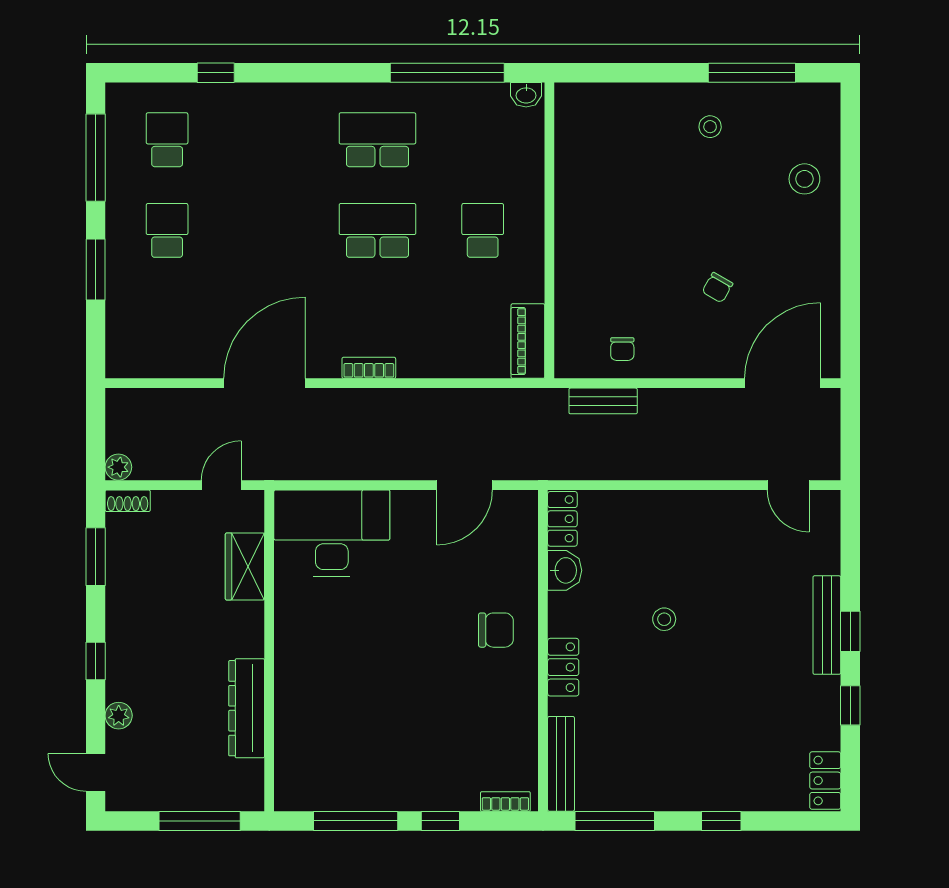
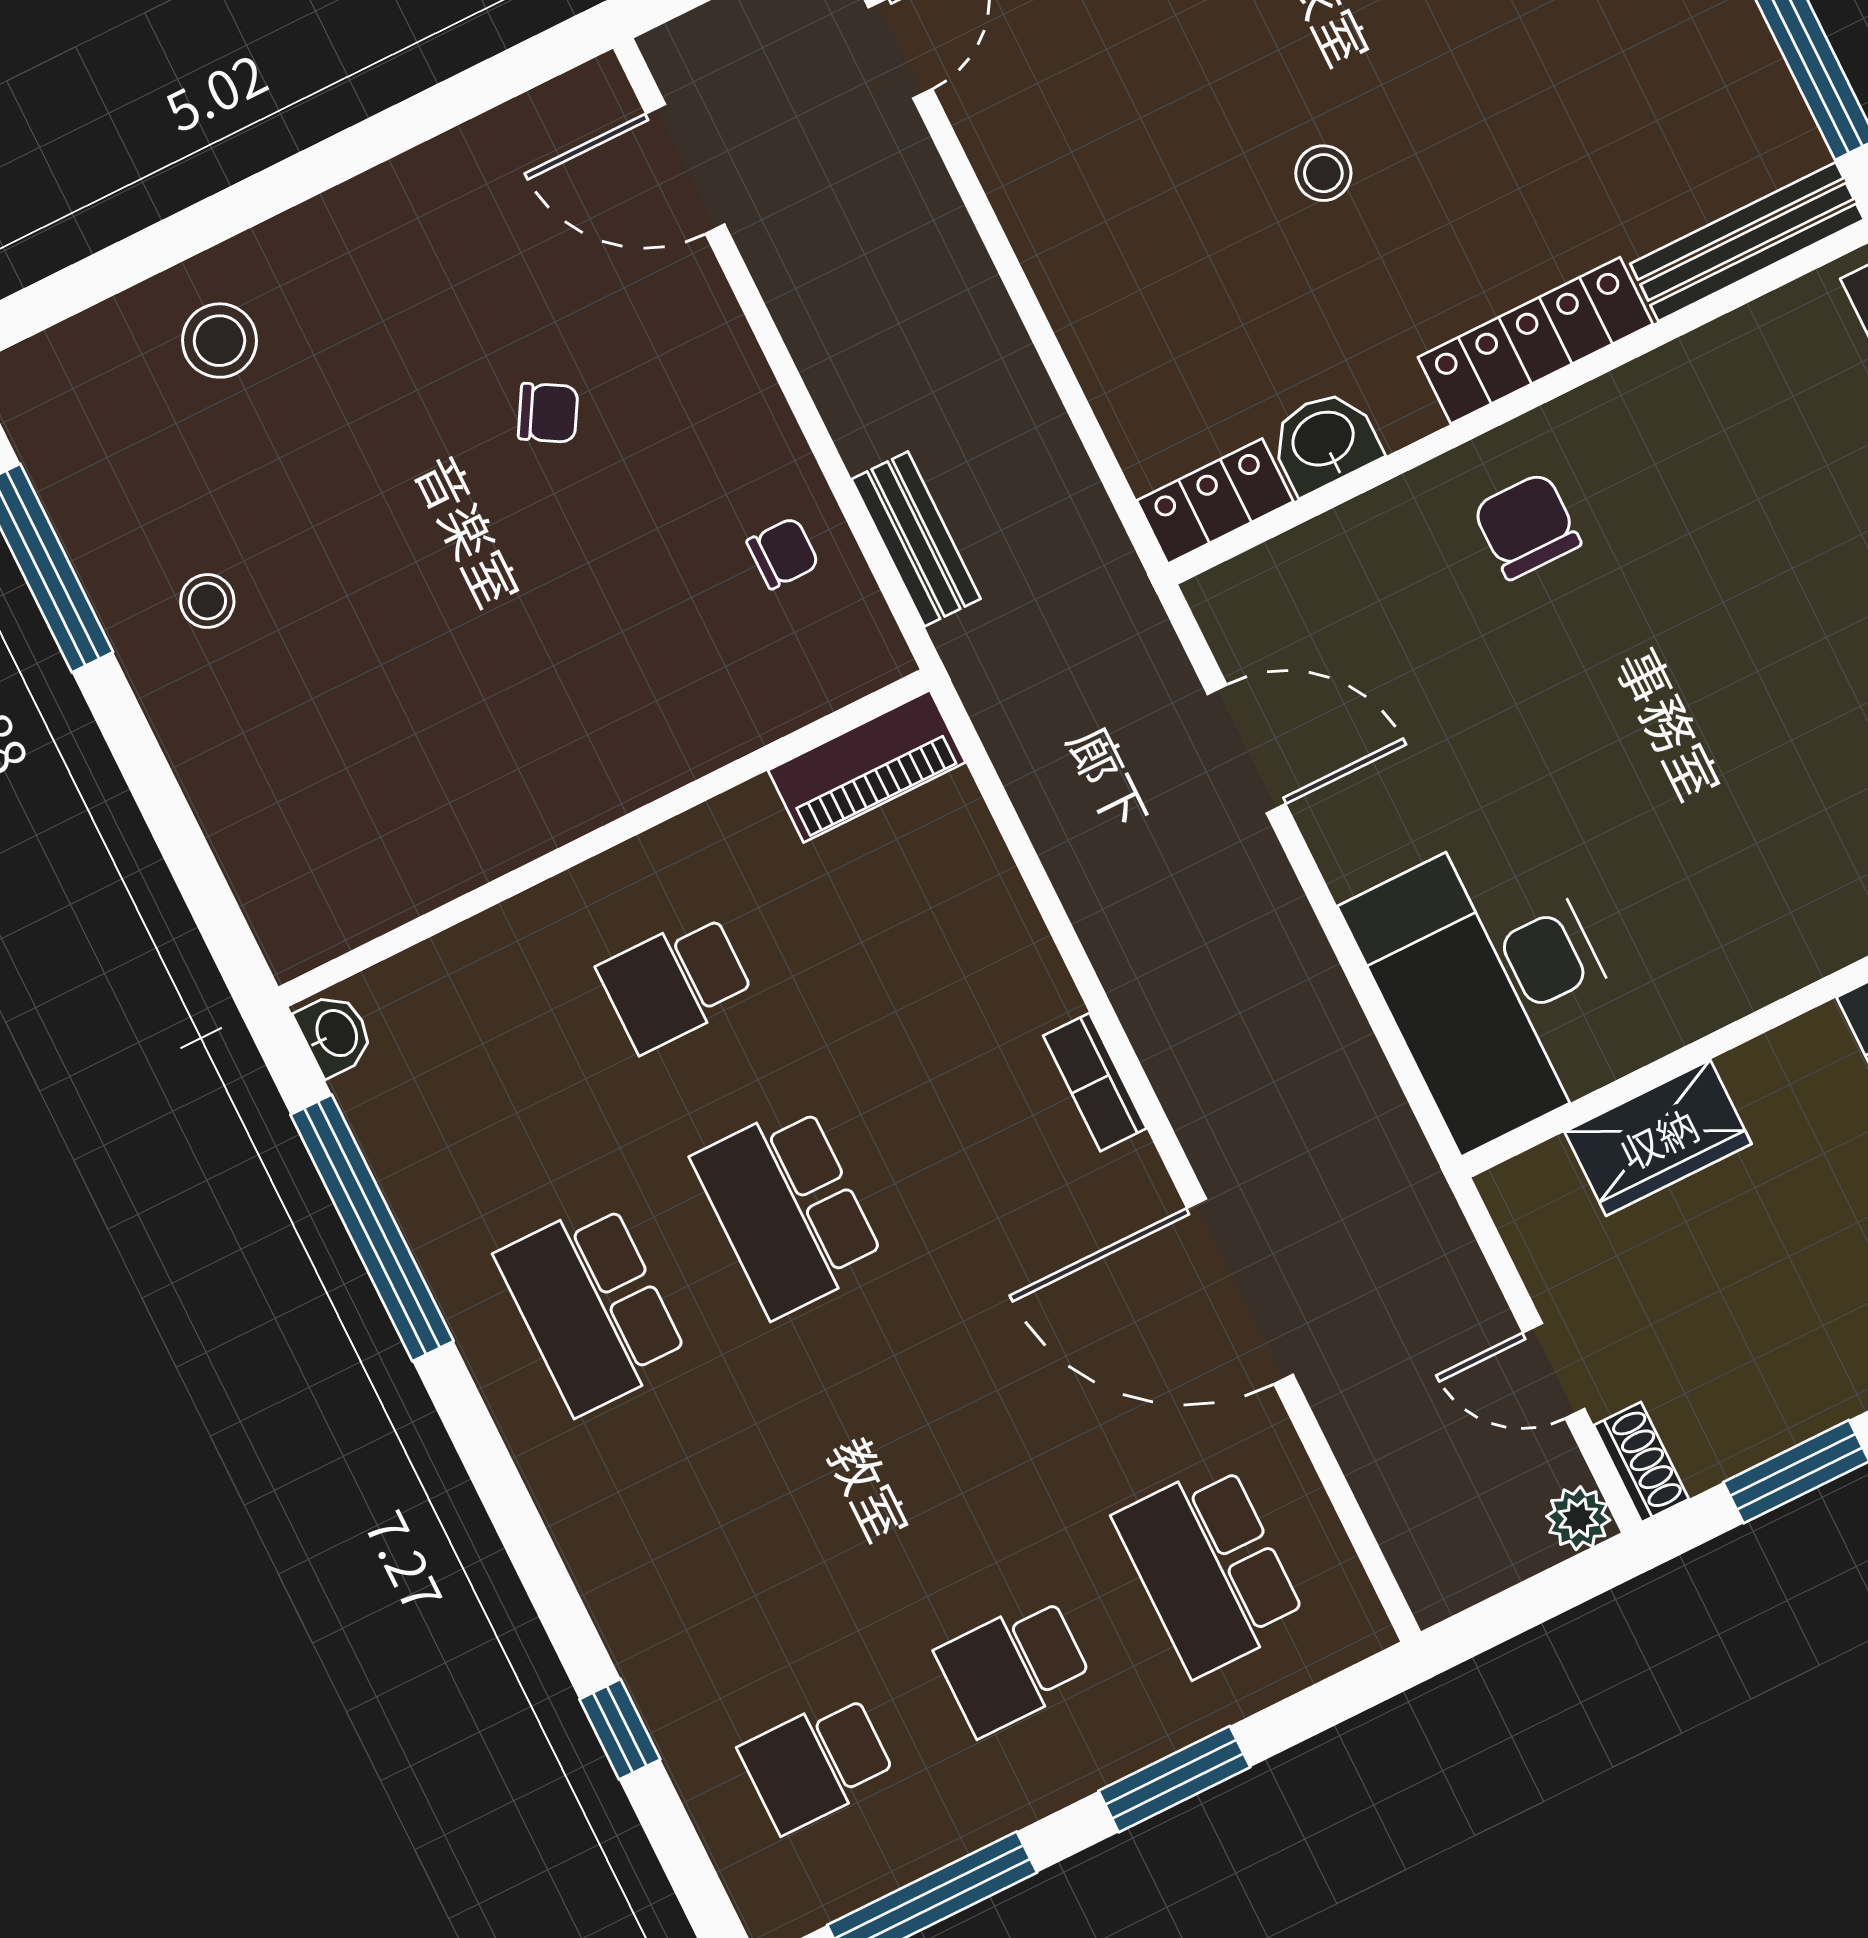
school desk: (167, 321) -> (1210, 1569), added
door: (783, 383) -> (685, 169), width x0.73
door: (221, 485) -> (1554, 1371), moved
locker: (563, 667) -> (1535, 341), width x1.53

